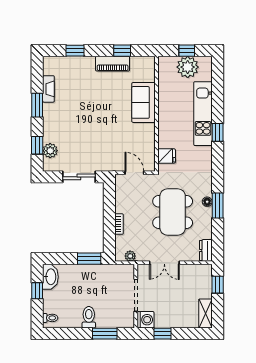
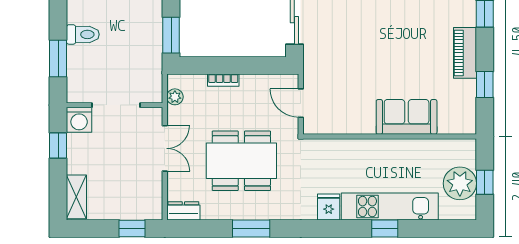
piano: (113, 64) -> (465, 53), moved
window: (218, 132) -> (385, 229), moved
fridge: (167, 156) -> (329, 207), moved, turned 180
door: (134, 173) -> (301, 103), swing flipped
floor lamp: (207, 202) -> (257, 213), removed
double door: (164, 263) -> (165, 148), swing flipped
shelving: (205, 313) -> (76, 197), moved, turned 90

